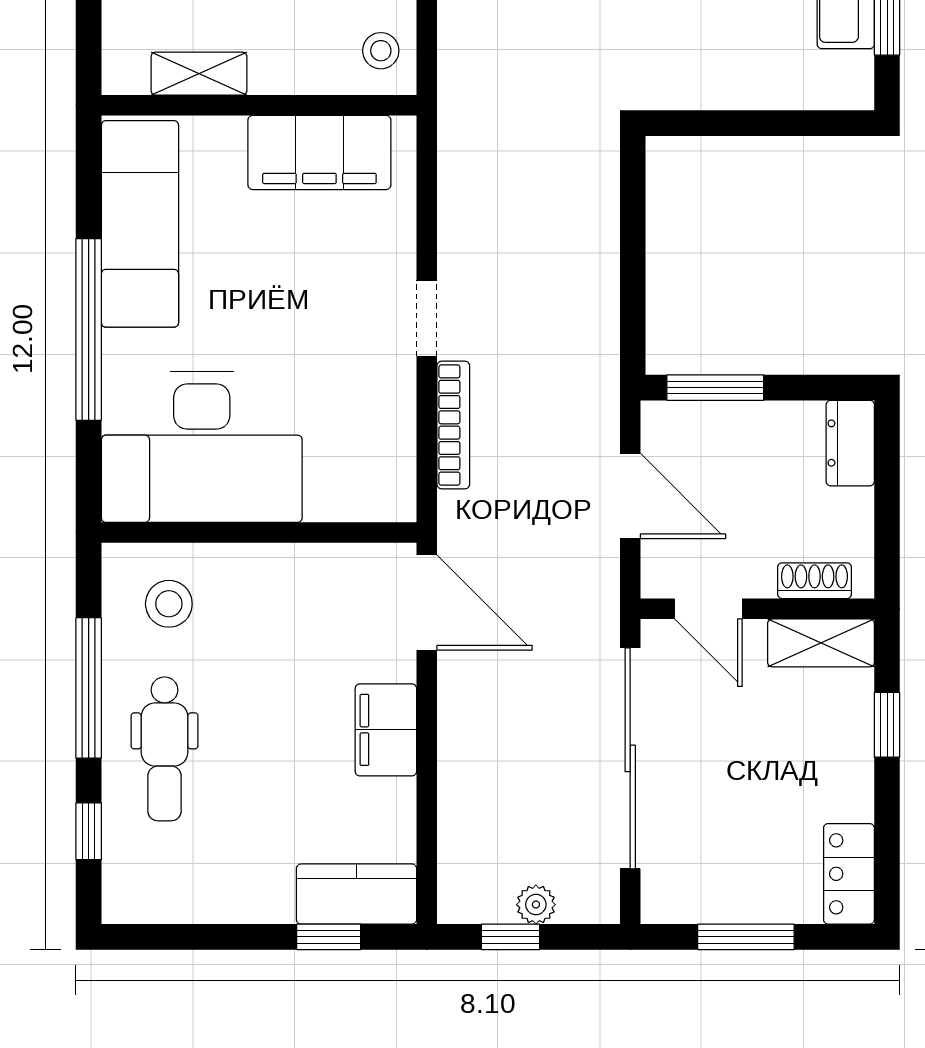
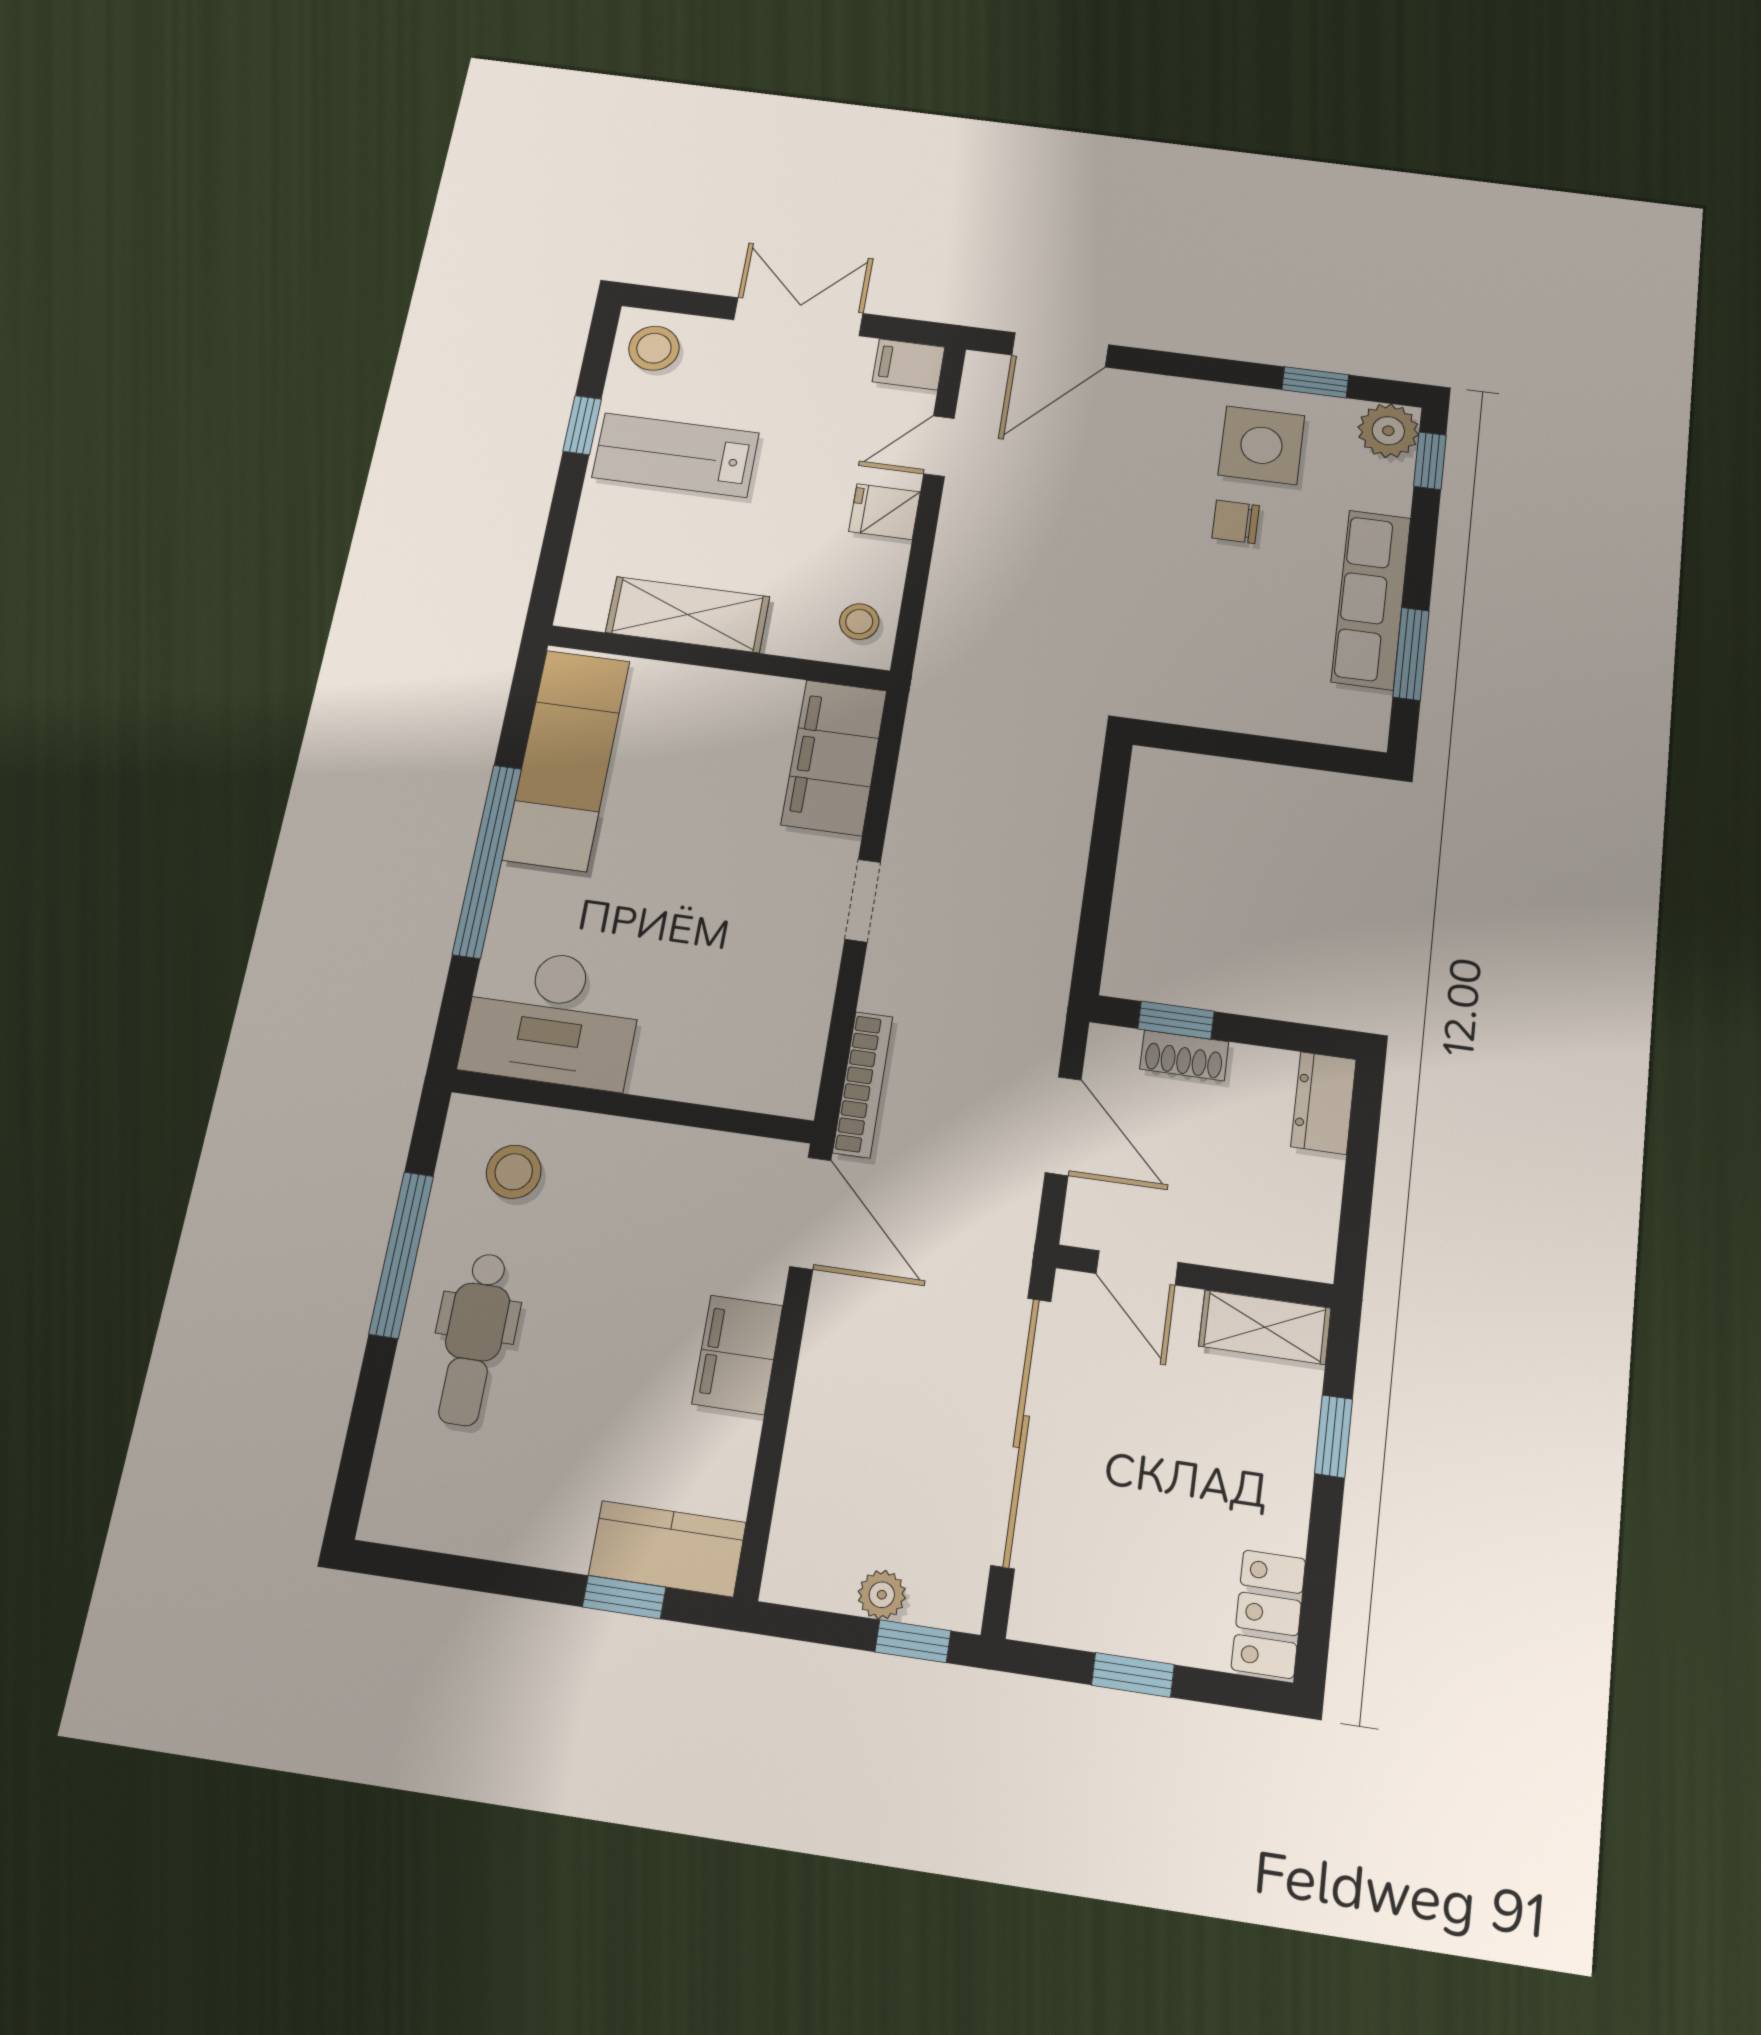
shelving: (199, 74) -> (688, 615), width x1.50, depth x1.33
filing cabinet: (319, 153) -> (834, 757), moved, turned 90
window: (715, 388) -> (1176, 1020), width x0.67
bookcase: (453, 425) -> (863, 1084), moved
desk: (202, 447) -> (552, 1018), width x0.73, depth x0.77
shoe rack: (815, 581) -> (1184, 1055), moved, turned 180
window: (89, 831) -> (364, 1424), removed
window: (511, 937) -> (913, 1641), moved
window: (746, 937) -> (1133, 1675), width x0.67

